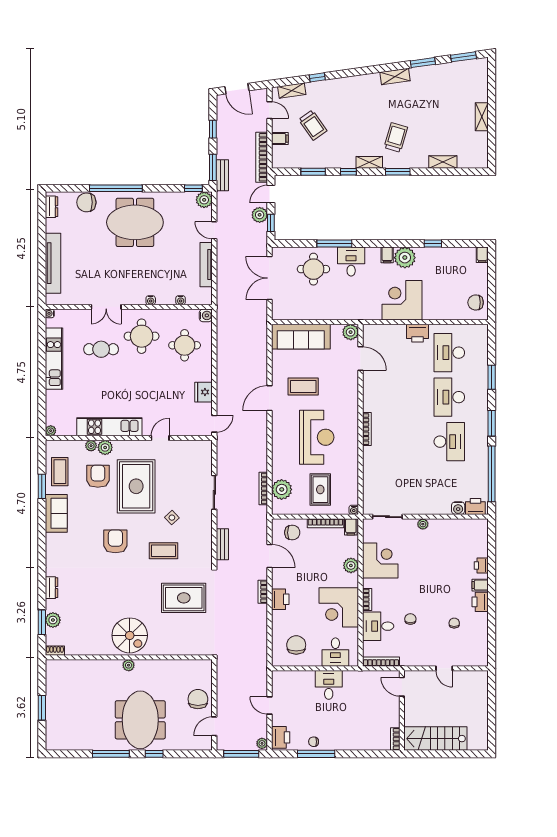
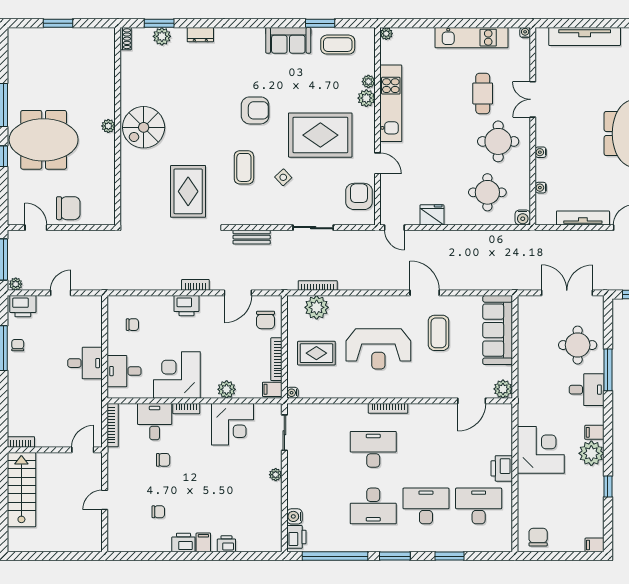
desk: (401, 442) -> (373, 449), added
armchair: (98, 476) -> (359, 196), moved, turned -90
chair: (296, 645) -> (132, 325), width x0.54, depth x0.54

